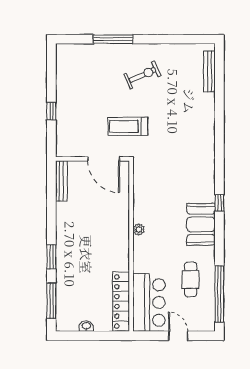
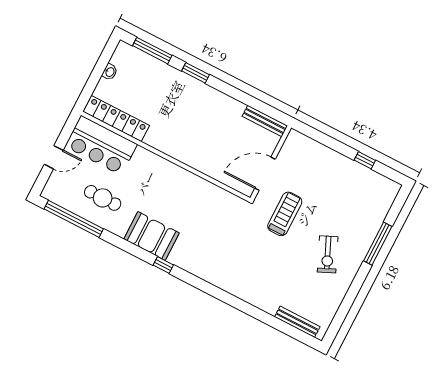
window: (51, 111) -> (365, 160), moved
plant: (139, 229) -> (178, 172), removed

